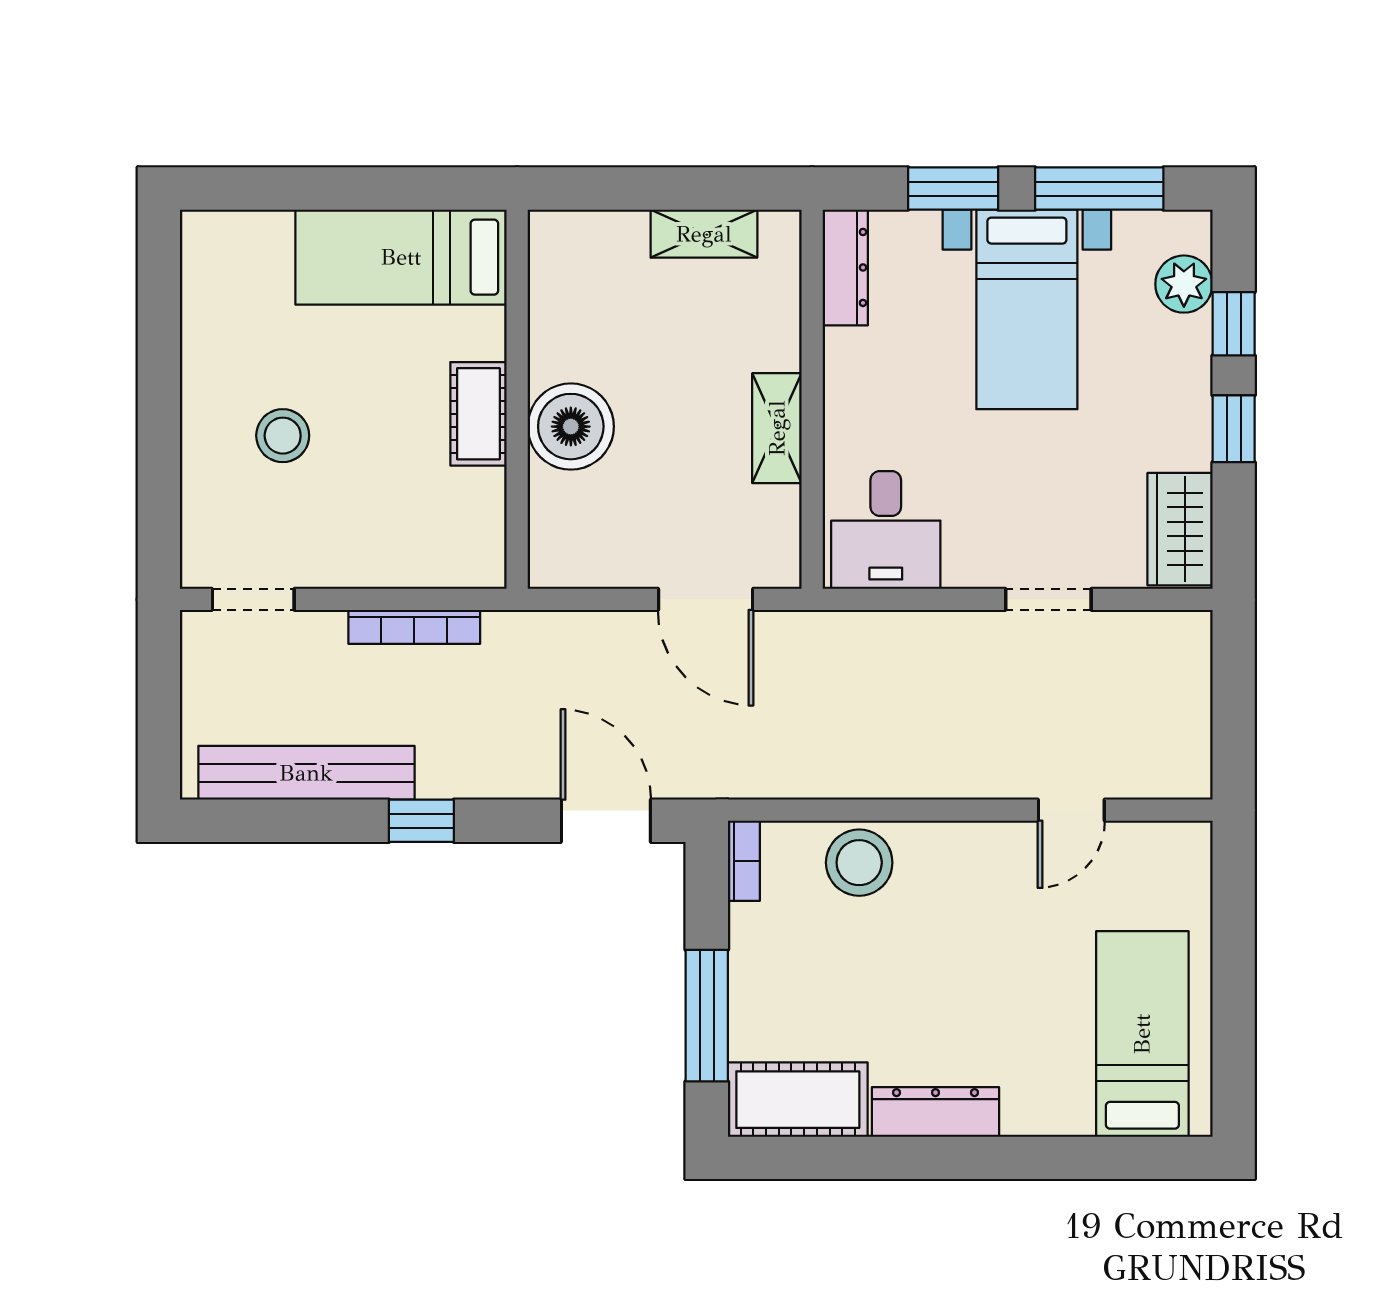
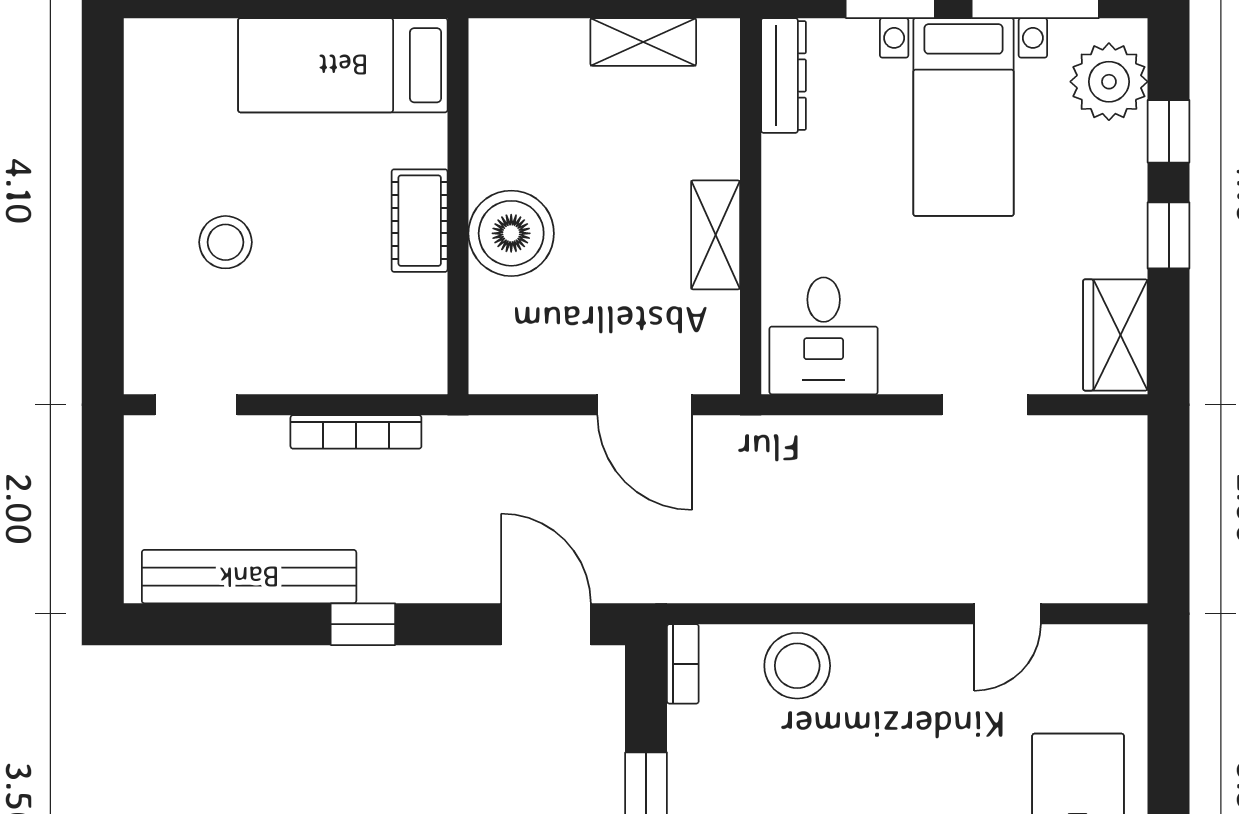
plant: (1184, 284) -> (1109, 82), width x1.36, depth x1.36

